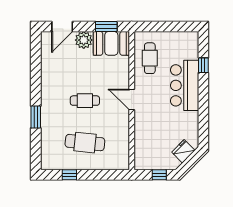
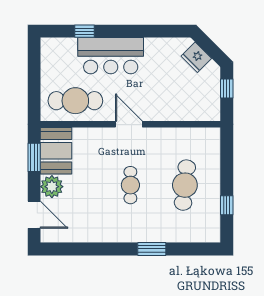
cafe table: (150, 58) -> (75, 101), width x1.37, depth x1.35
door: (132, 99) -> (129, 124), swing flipped

